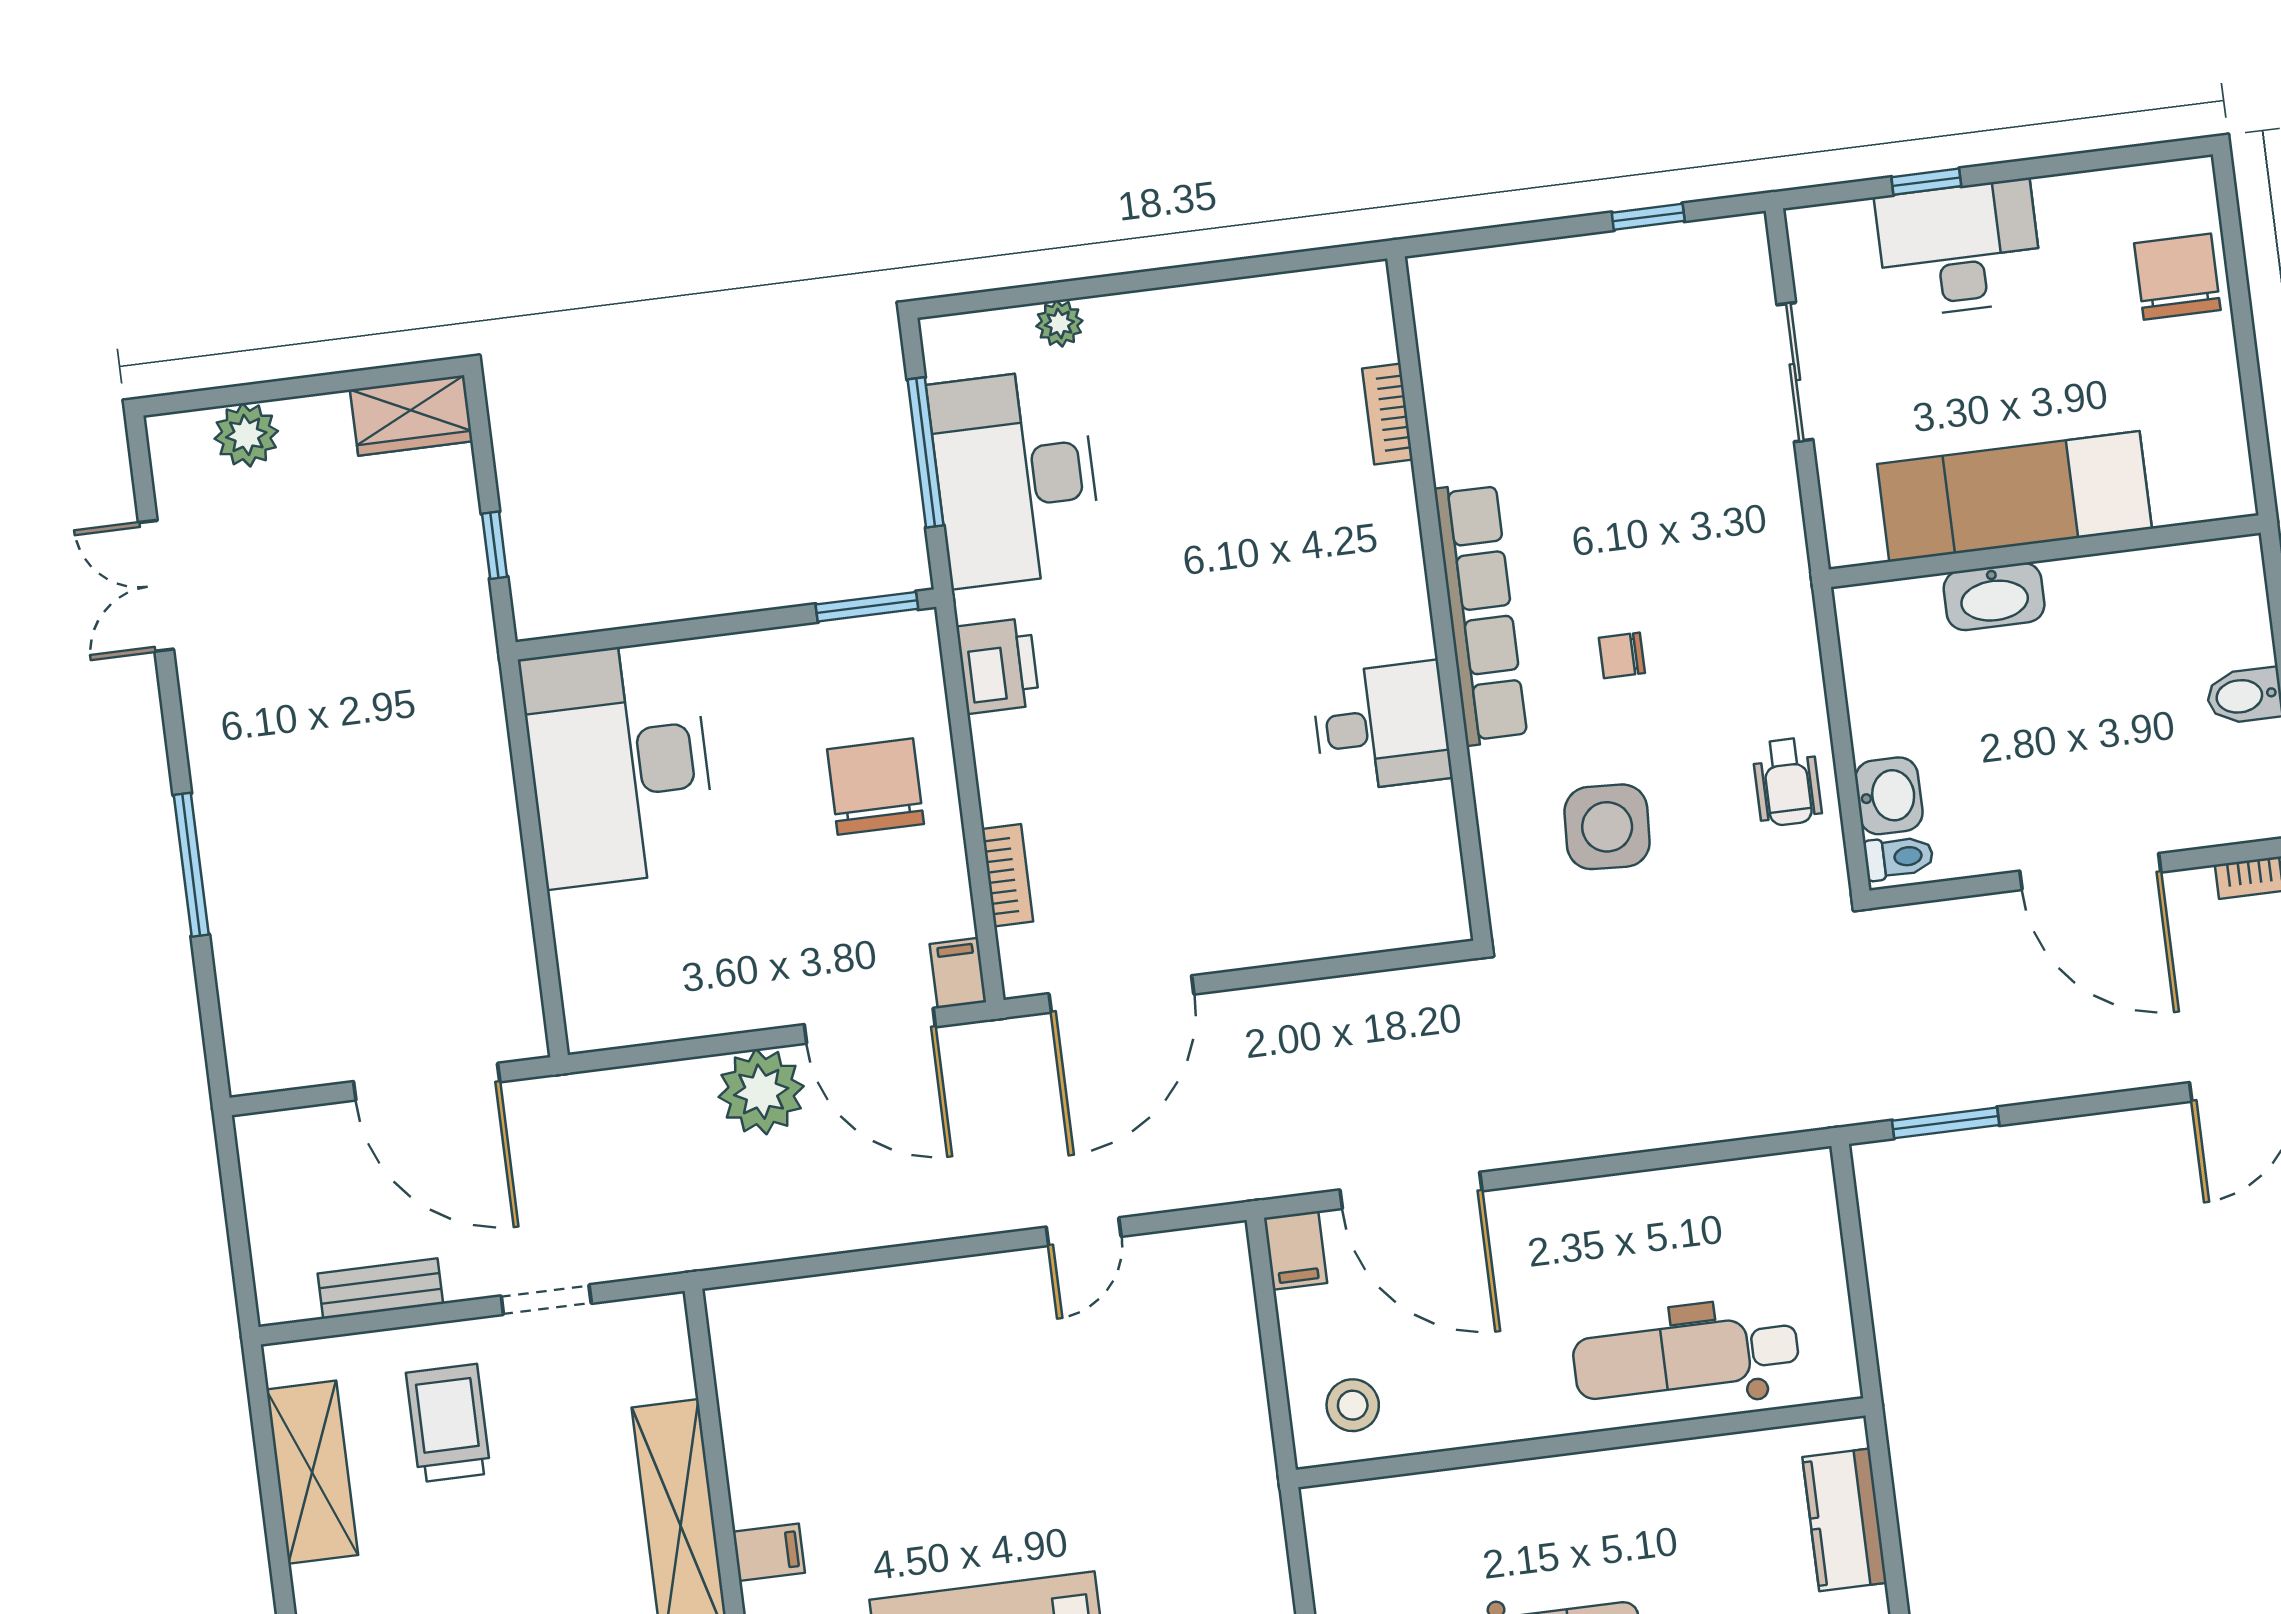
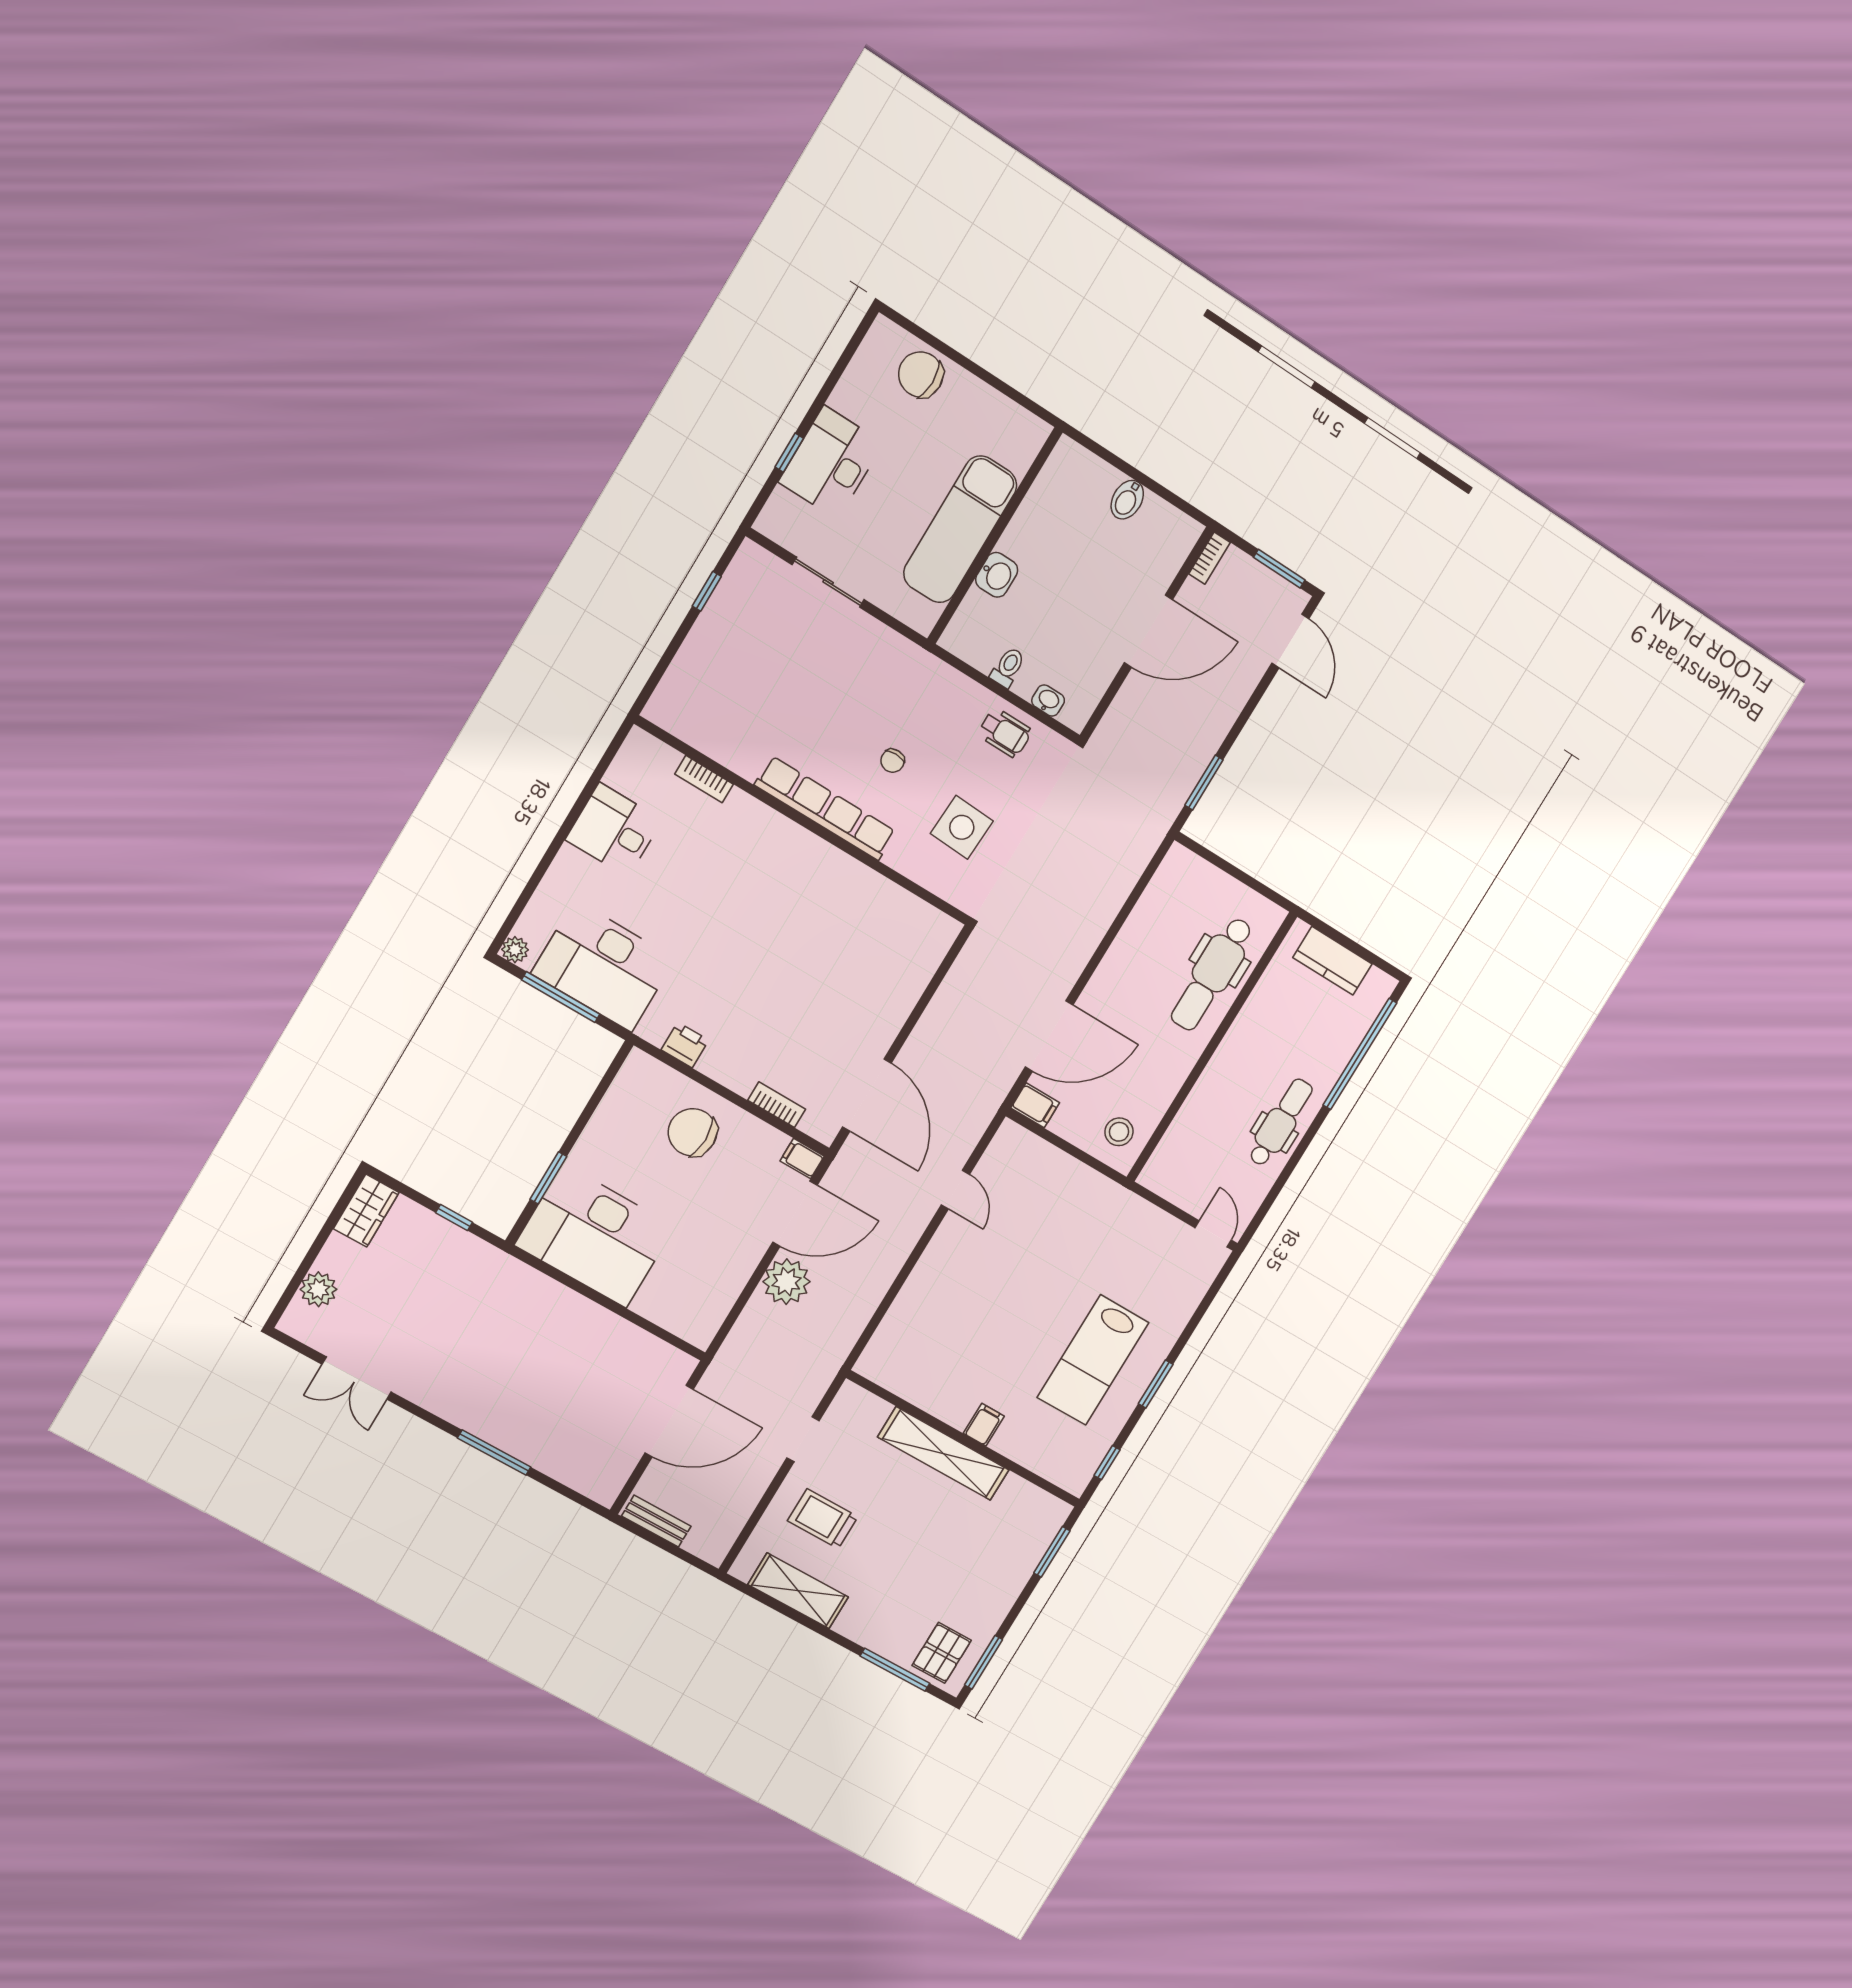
plant: (1059, 323) -> (515, 950), moved
washbasin: (1994, 596) -> (997, 575), width x0.72
window: (867, 607) -> (548, 1178), moved
printer: (998, 666) -> (685, 1045), width x0.73, depth x0.81
desk: (1382, 727) -> (614, 830), moved, turned -90
washbasin: (1889, 796) -> (1048, 701), width x0.72, depth x0.69
toilet: (1899, 857) -> (1008, 667), moved
bench: (380, 1289) -> (656, 1521), moved, turned 90

